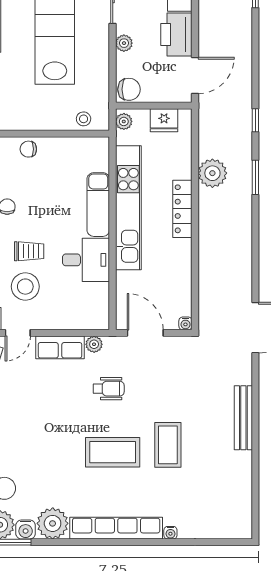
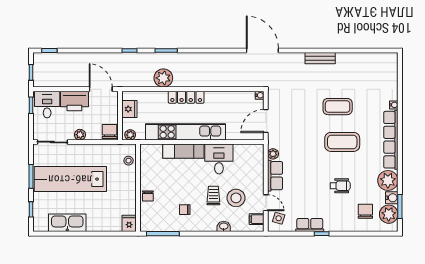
wheelchair: (109, 389) -> (340, 186), moved, turned 90
bench: (243, 418) -> (320, 58), width x0.73
coffee table: (113, 452) -> (342, 142), turned 90

